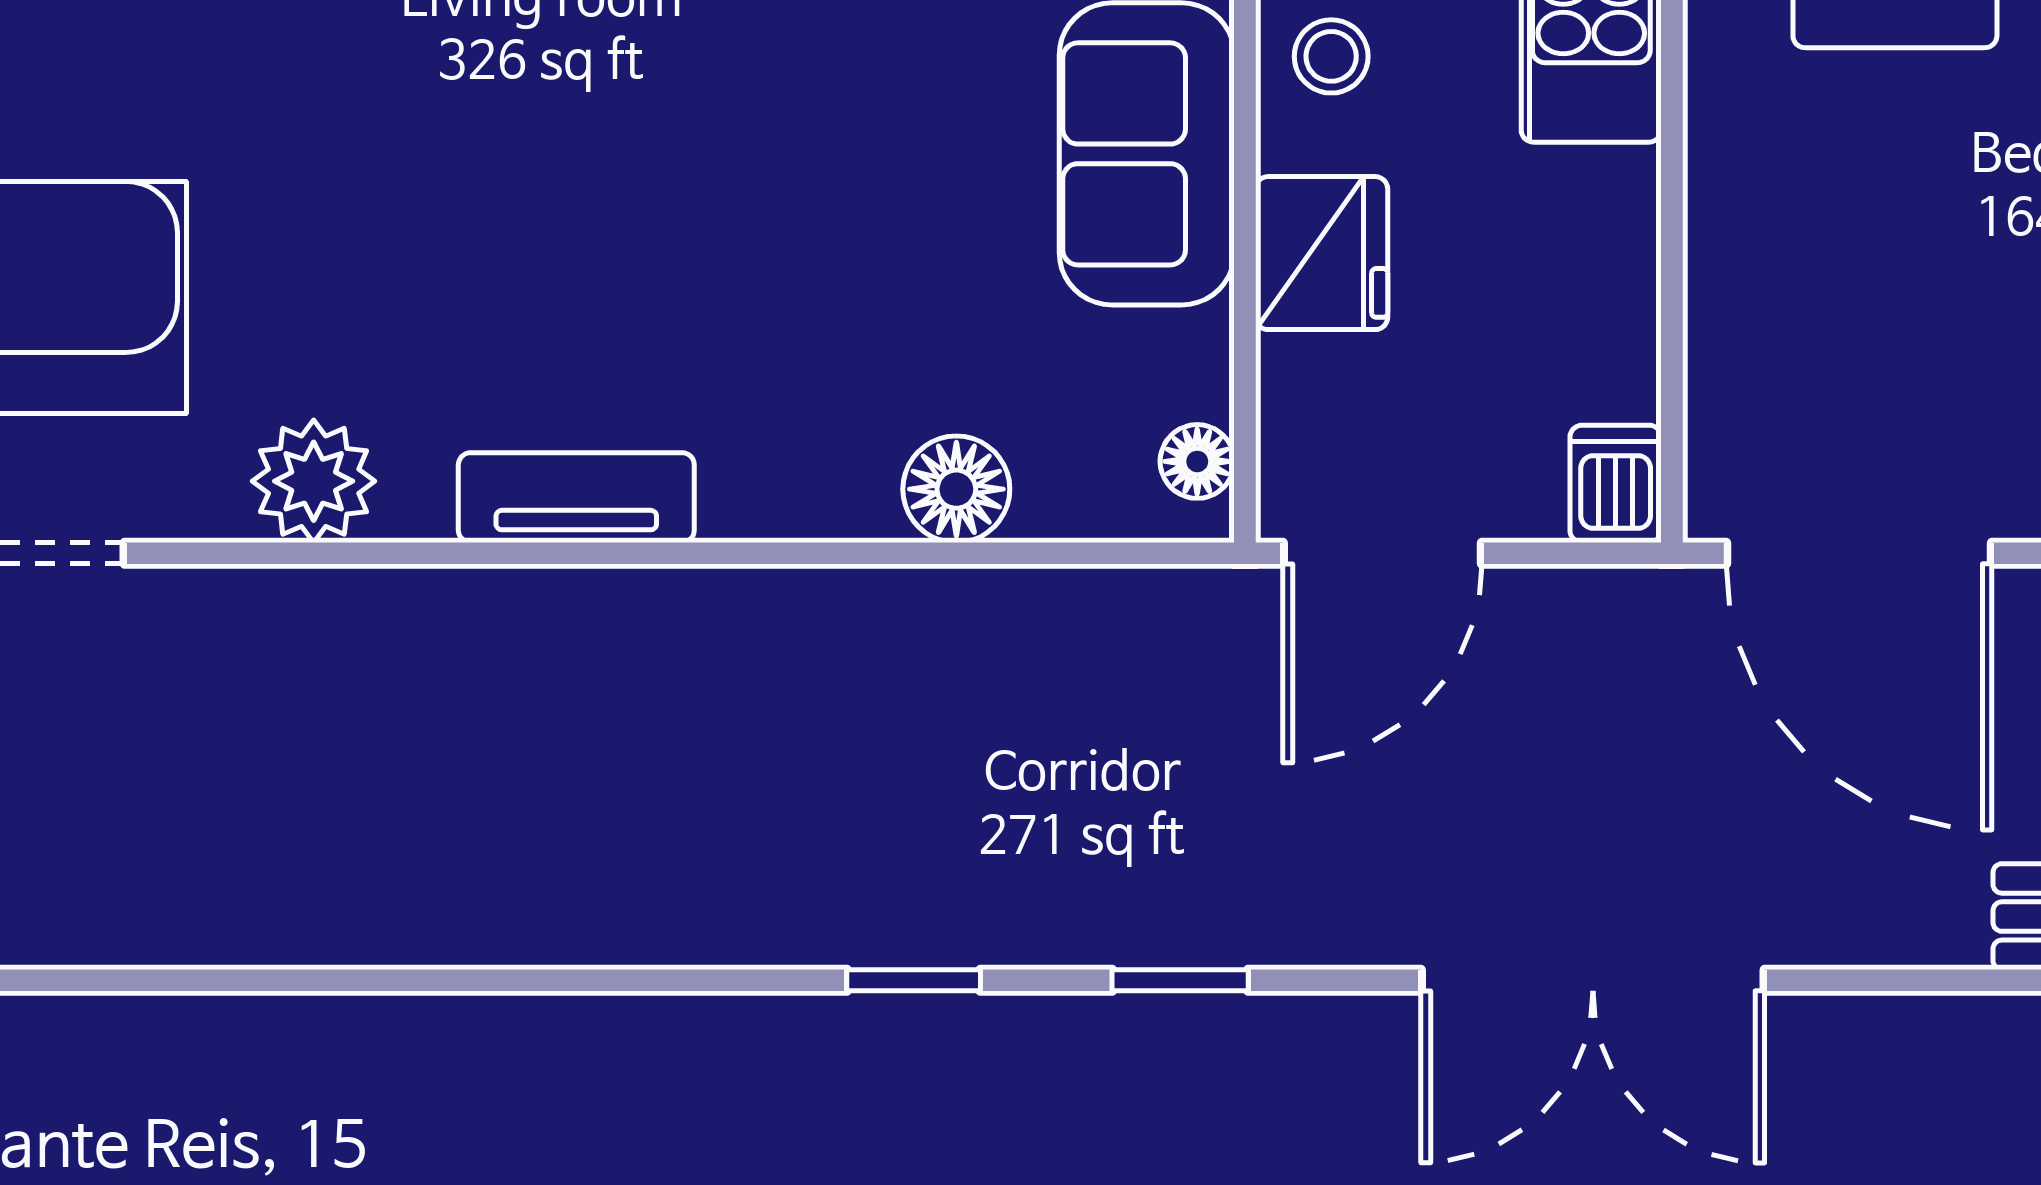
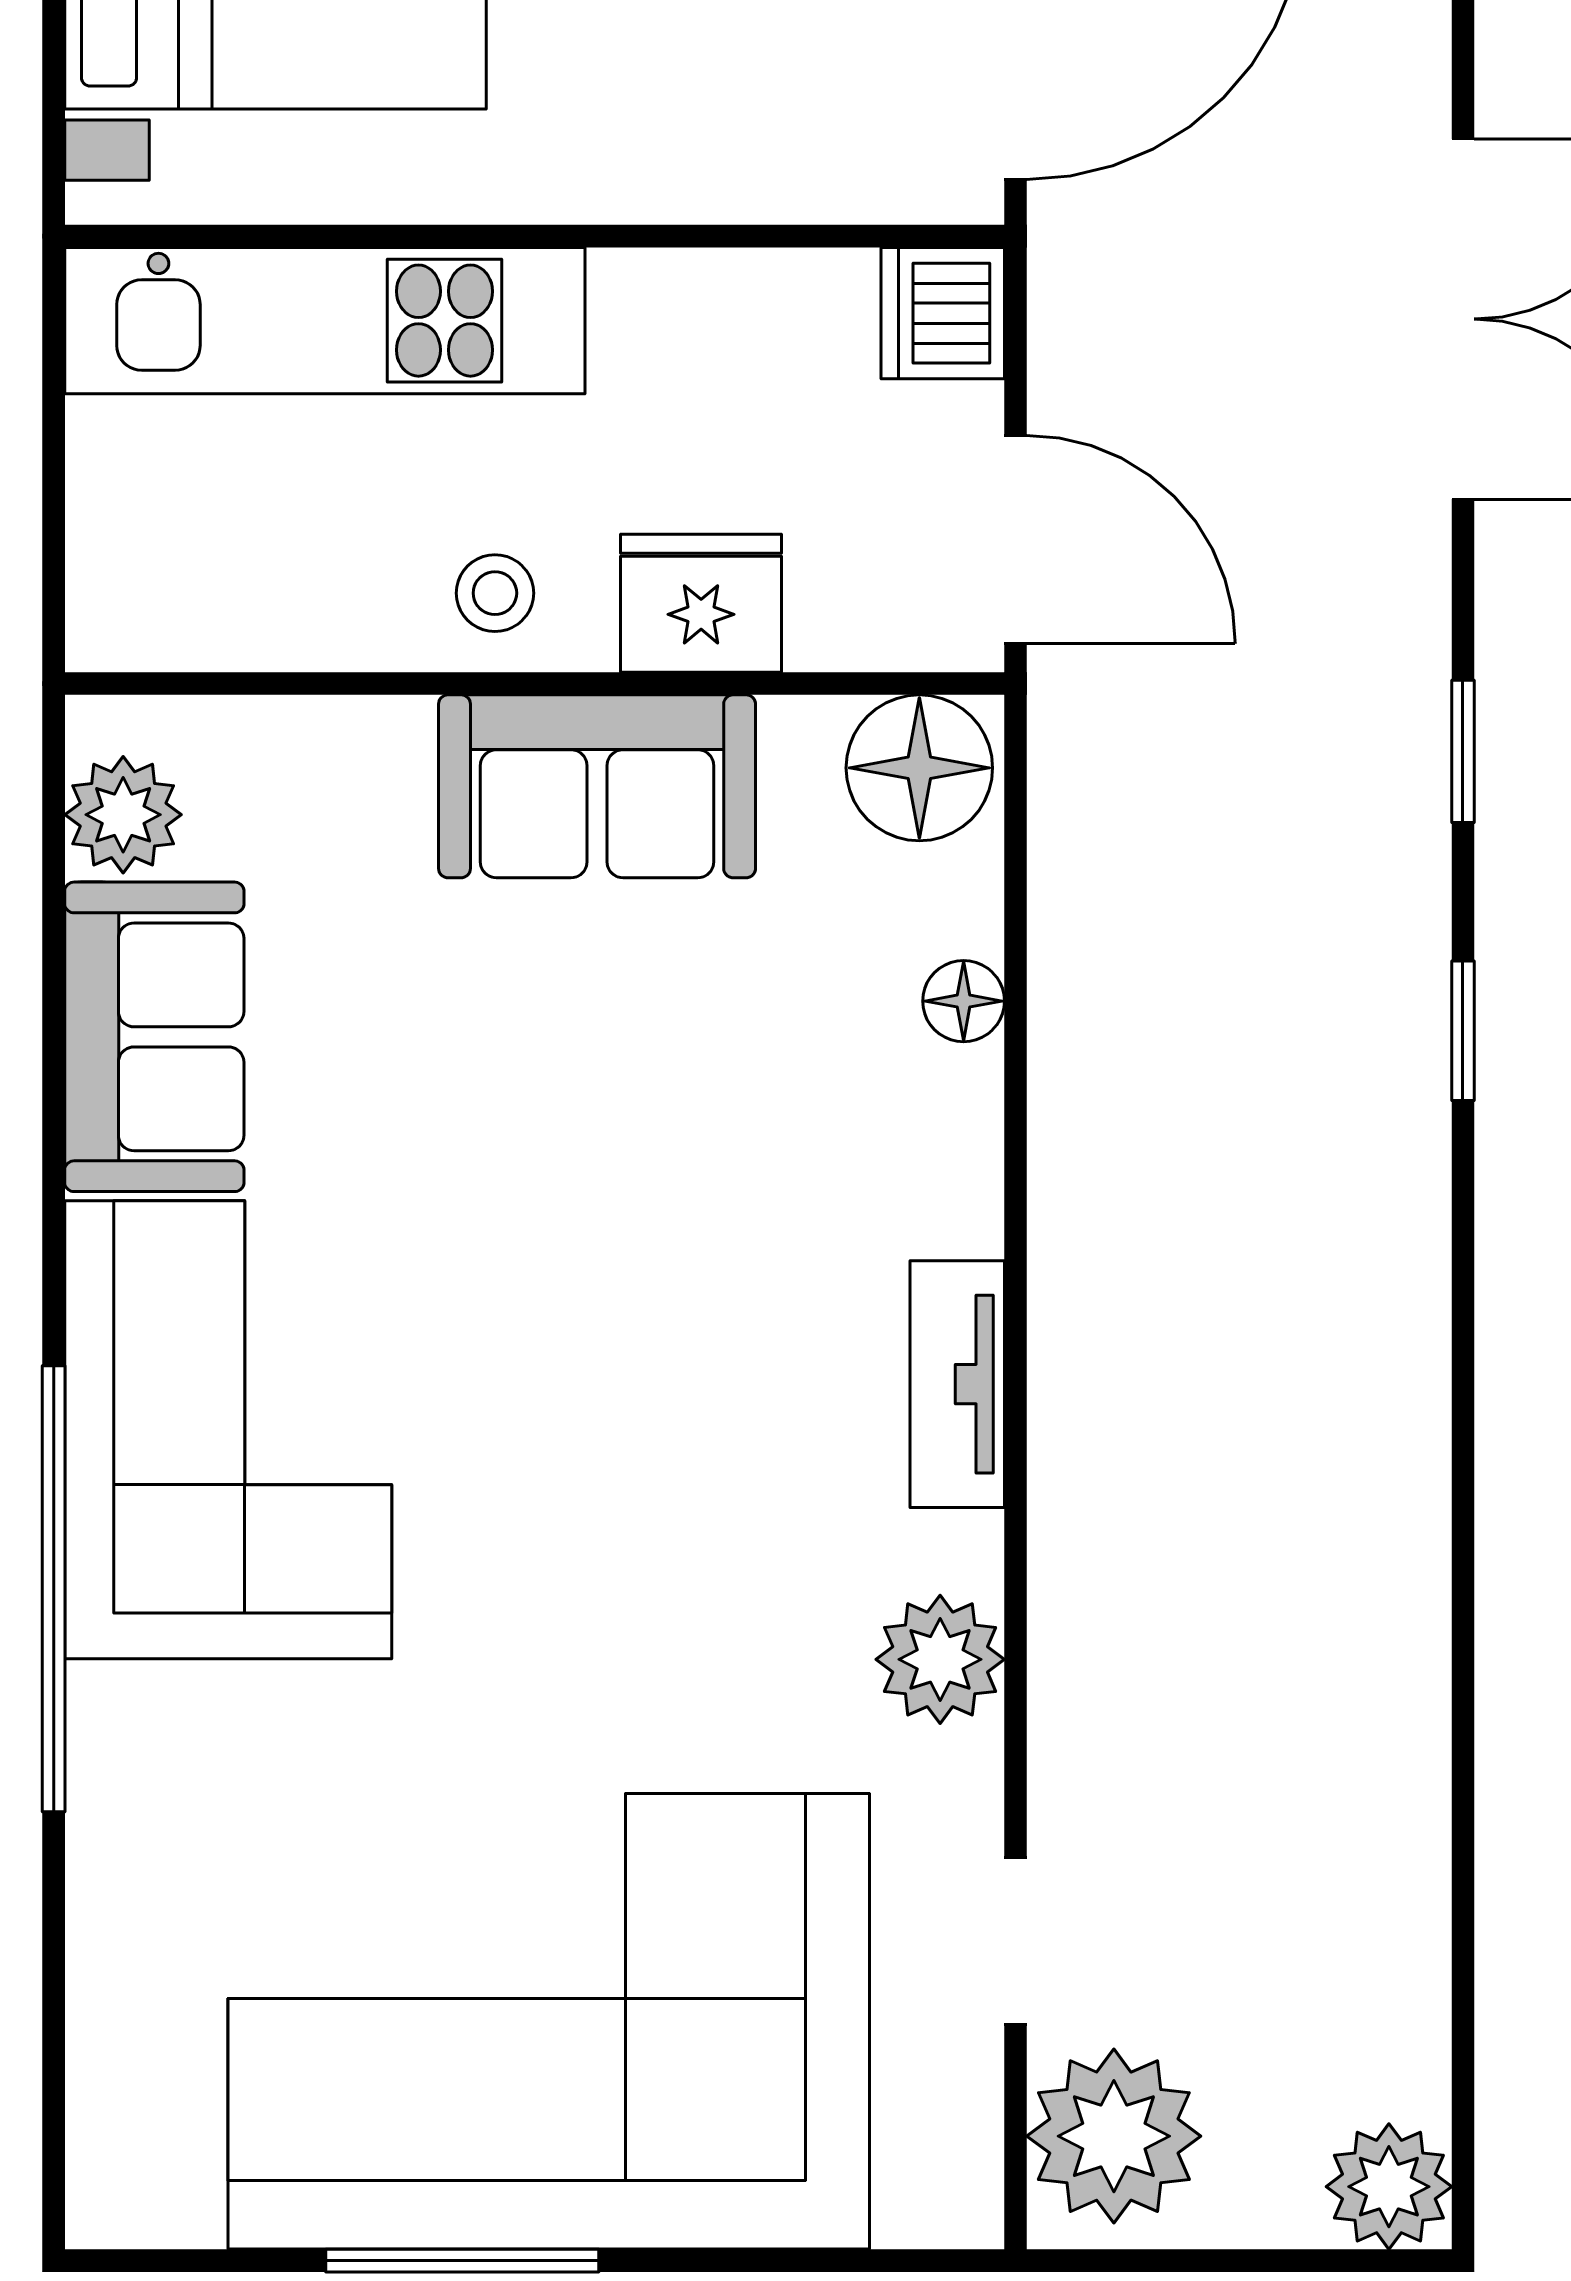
floor lamp: (1197, 461) -> (919, 768), width x1.89, depth x1.89
dishwasher: (1616, 484) -> (943, 313), width x1.38
floor lamp: (956, 489) -> (964, 1001), width x0.73, depth x0.73

